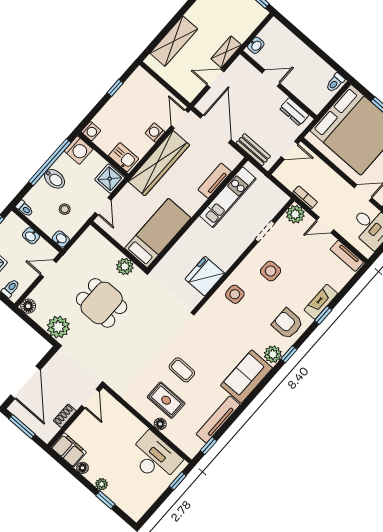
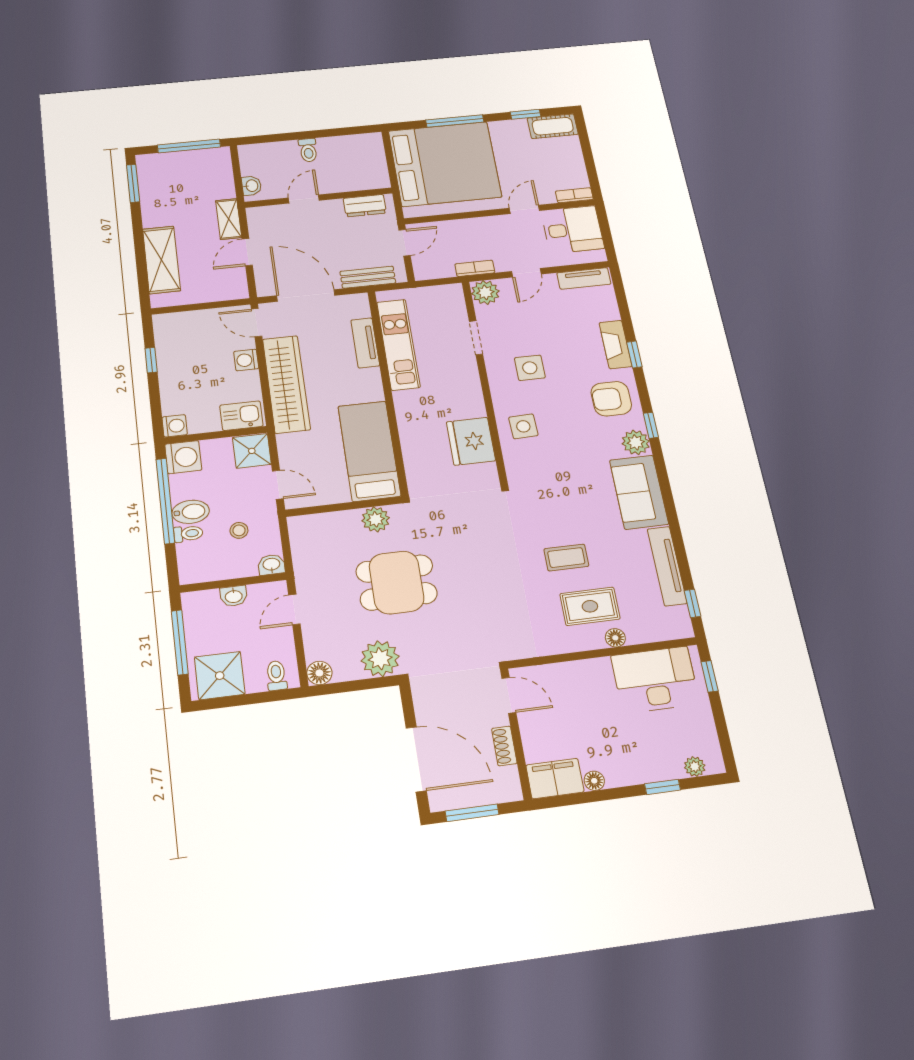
toilet: (335, 83) -> (308, 150), moved
toilet: (25, 209) -> (188, 534), moved
plant: (102, 484) -> (695, 767), moved

